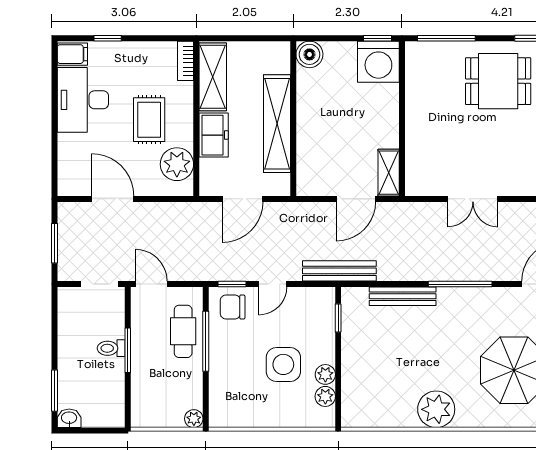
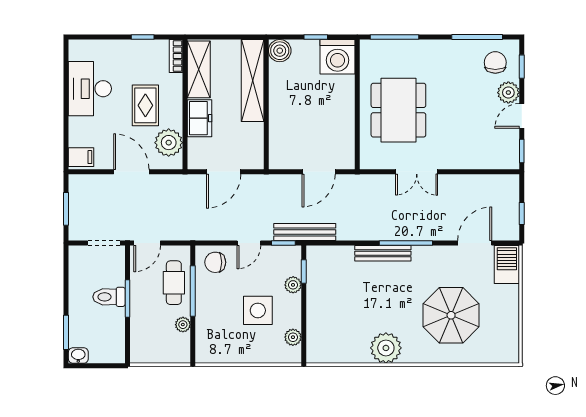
window: (108, 38) -> (143, 37), moved
window: (378, 38) -> (316, 37), moved
filing cabinet: (72, 54) -> (81, 157), moved
dining table: (498, 81) -> (398, 110), moved, width x1.37
shelving: (277, 124) -> (253, 80), moved
shelving: (389, 173) -> (346, 150), removed
door: (113, 199) -> (131, 172), moved
door: (151, 284) -> (147, 243), swing flipped
window: (232, 284) -> (283, 243), moved
bench: (403, 296) -> (383, 253), moved
toilet: (111, 348) -> (109, 297), width x1.37, depth x1.39
plant: (325, 374) -> (293, 285), moved
plant: (194, 419) -> (183, 325), moved

